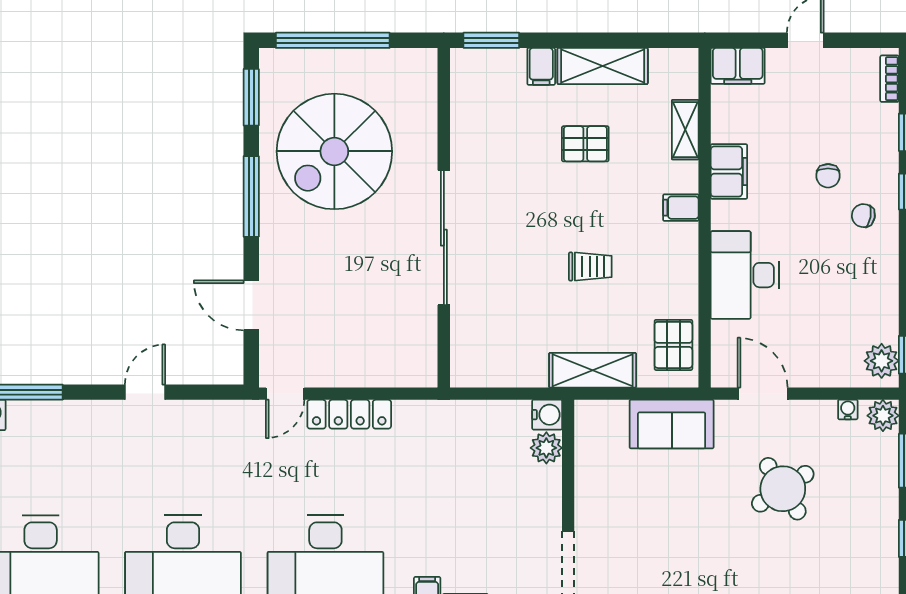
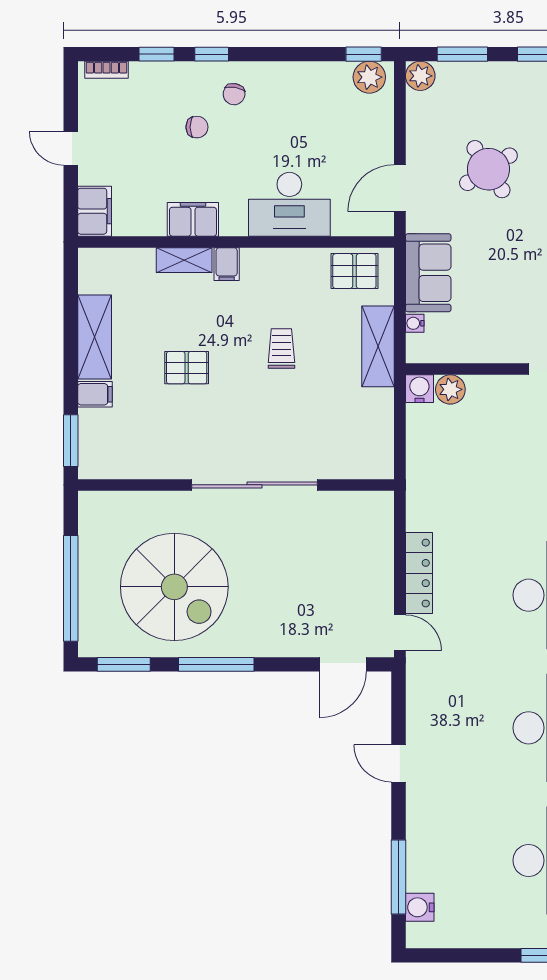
shelving: (685, 130) -> (184, 260), moved
pallet: (585, 144) -> (187, 368), moved, turned 90
door: (251, 305) -> (343, 664), moved
water cooler: (848, 410) -> (415, 323), moved

